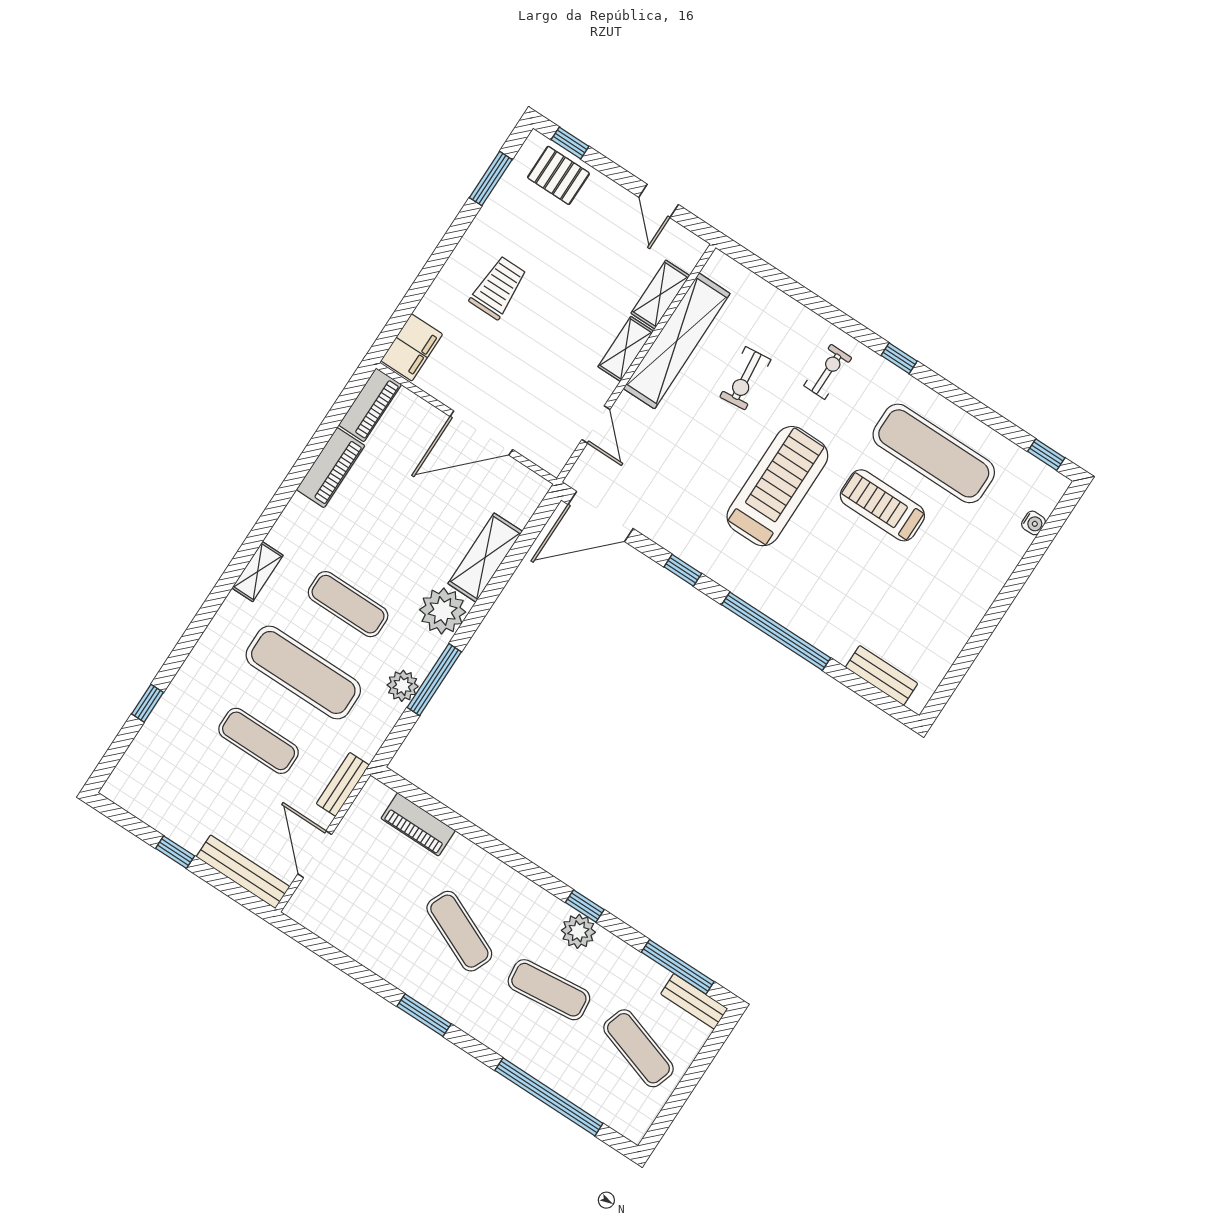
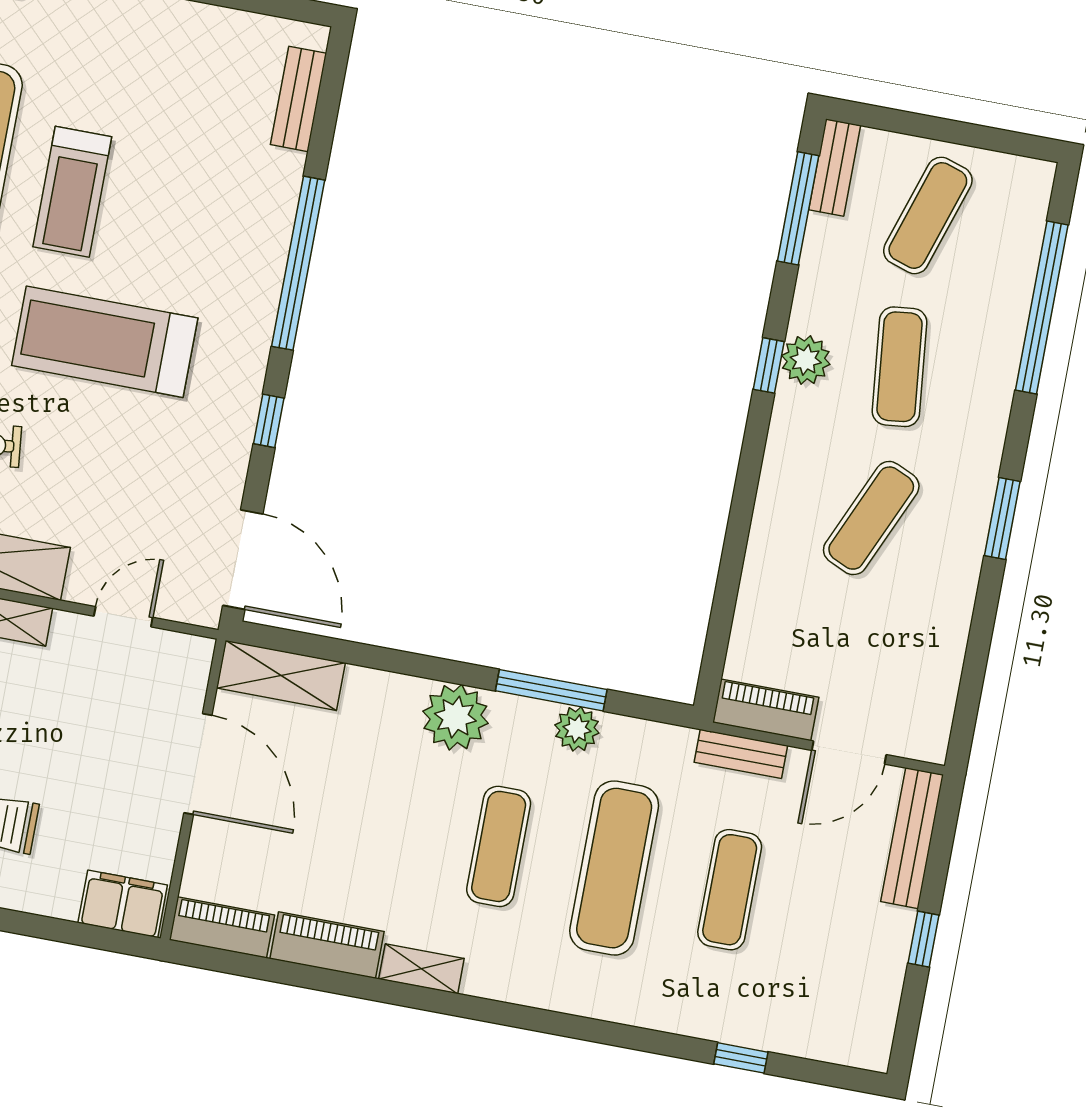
shelving: (485, 557) -> (281, 675), moved
shelving: (258, 572) -> (421, 969), moved
piano: (418, 824) -> (766, 710), moved, turned -90

